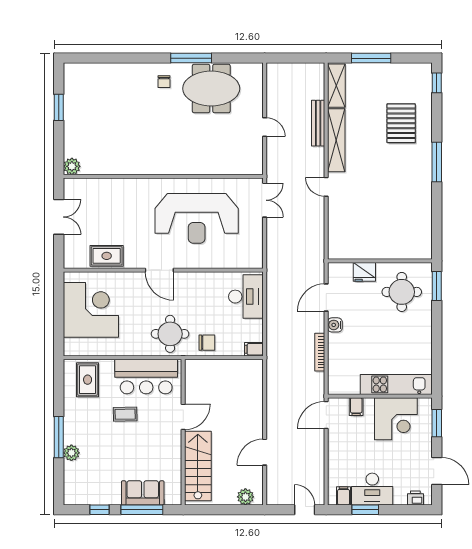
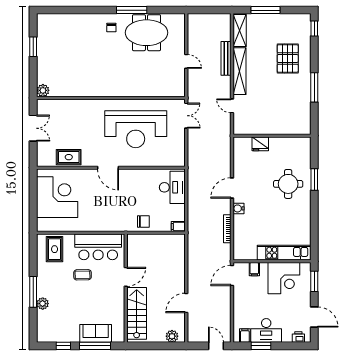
wall: (380, 261) -> (272, 136), moved
fridge: (364, 272) -> (260, 144), moved
round table: (170, 334) -> (116, 215), removed

